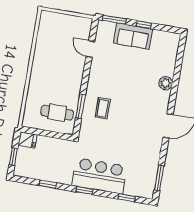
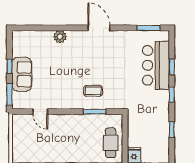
door: (90, 49) -> (40, 112), hinge flipped
cafe table: (57, 113) -> (111, 143), moved
bar counter: (100, 176) -> (156, 65), moved
window: (127, 198) -> (172, 67), moved

